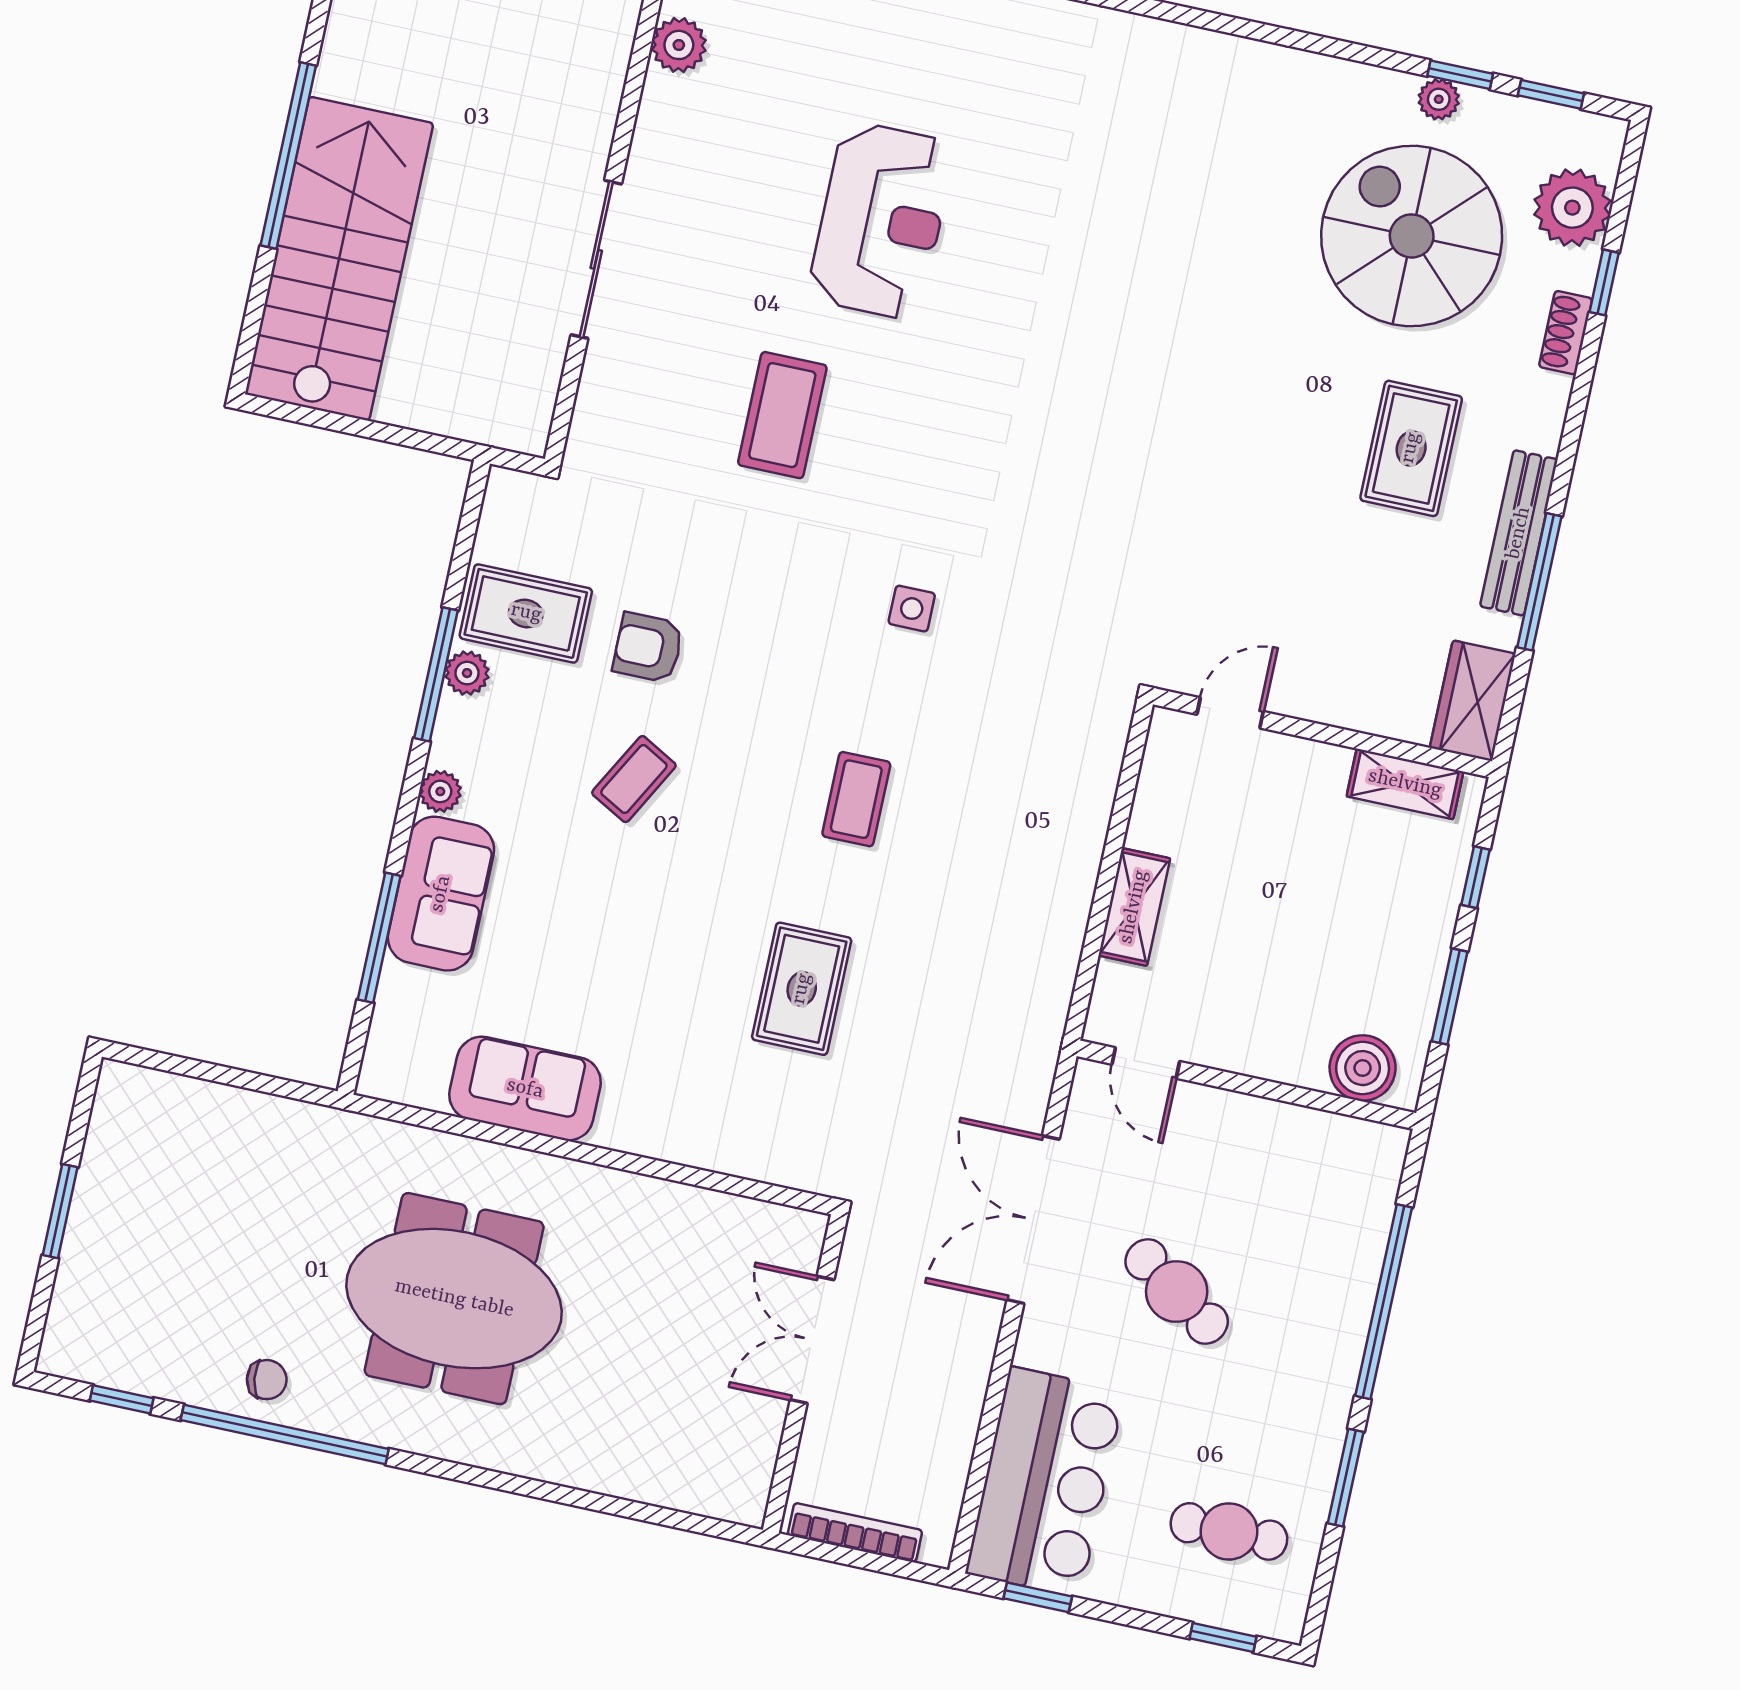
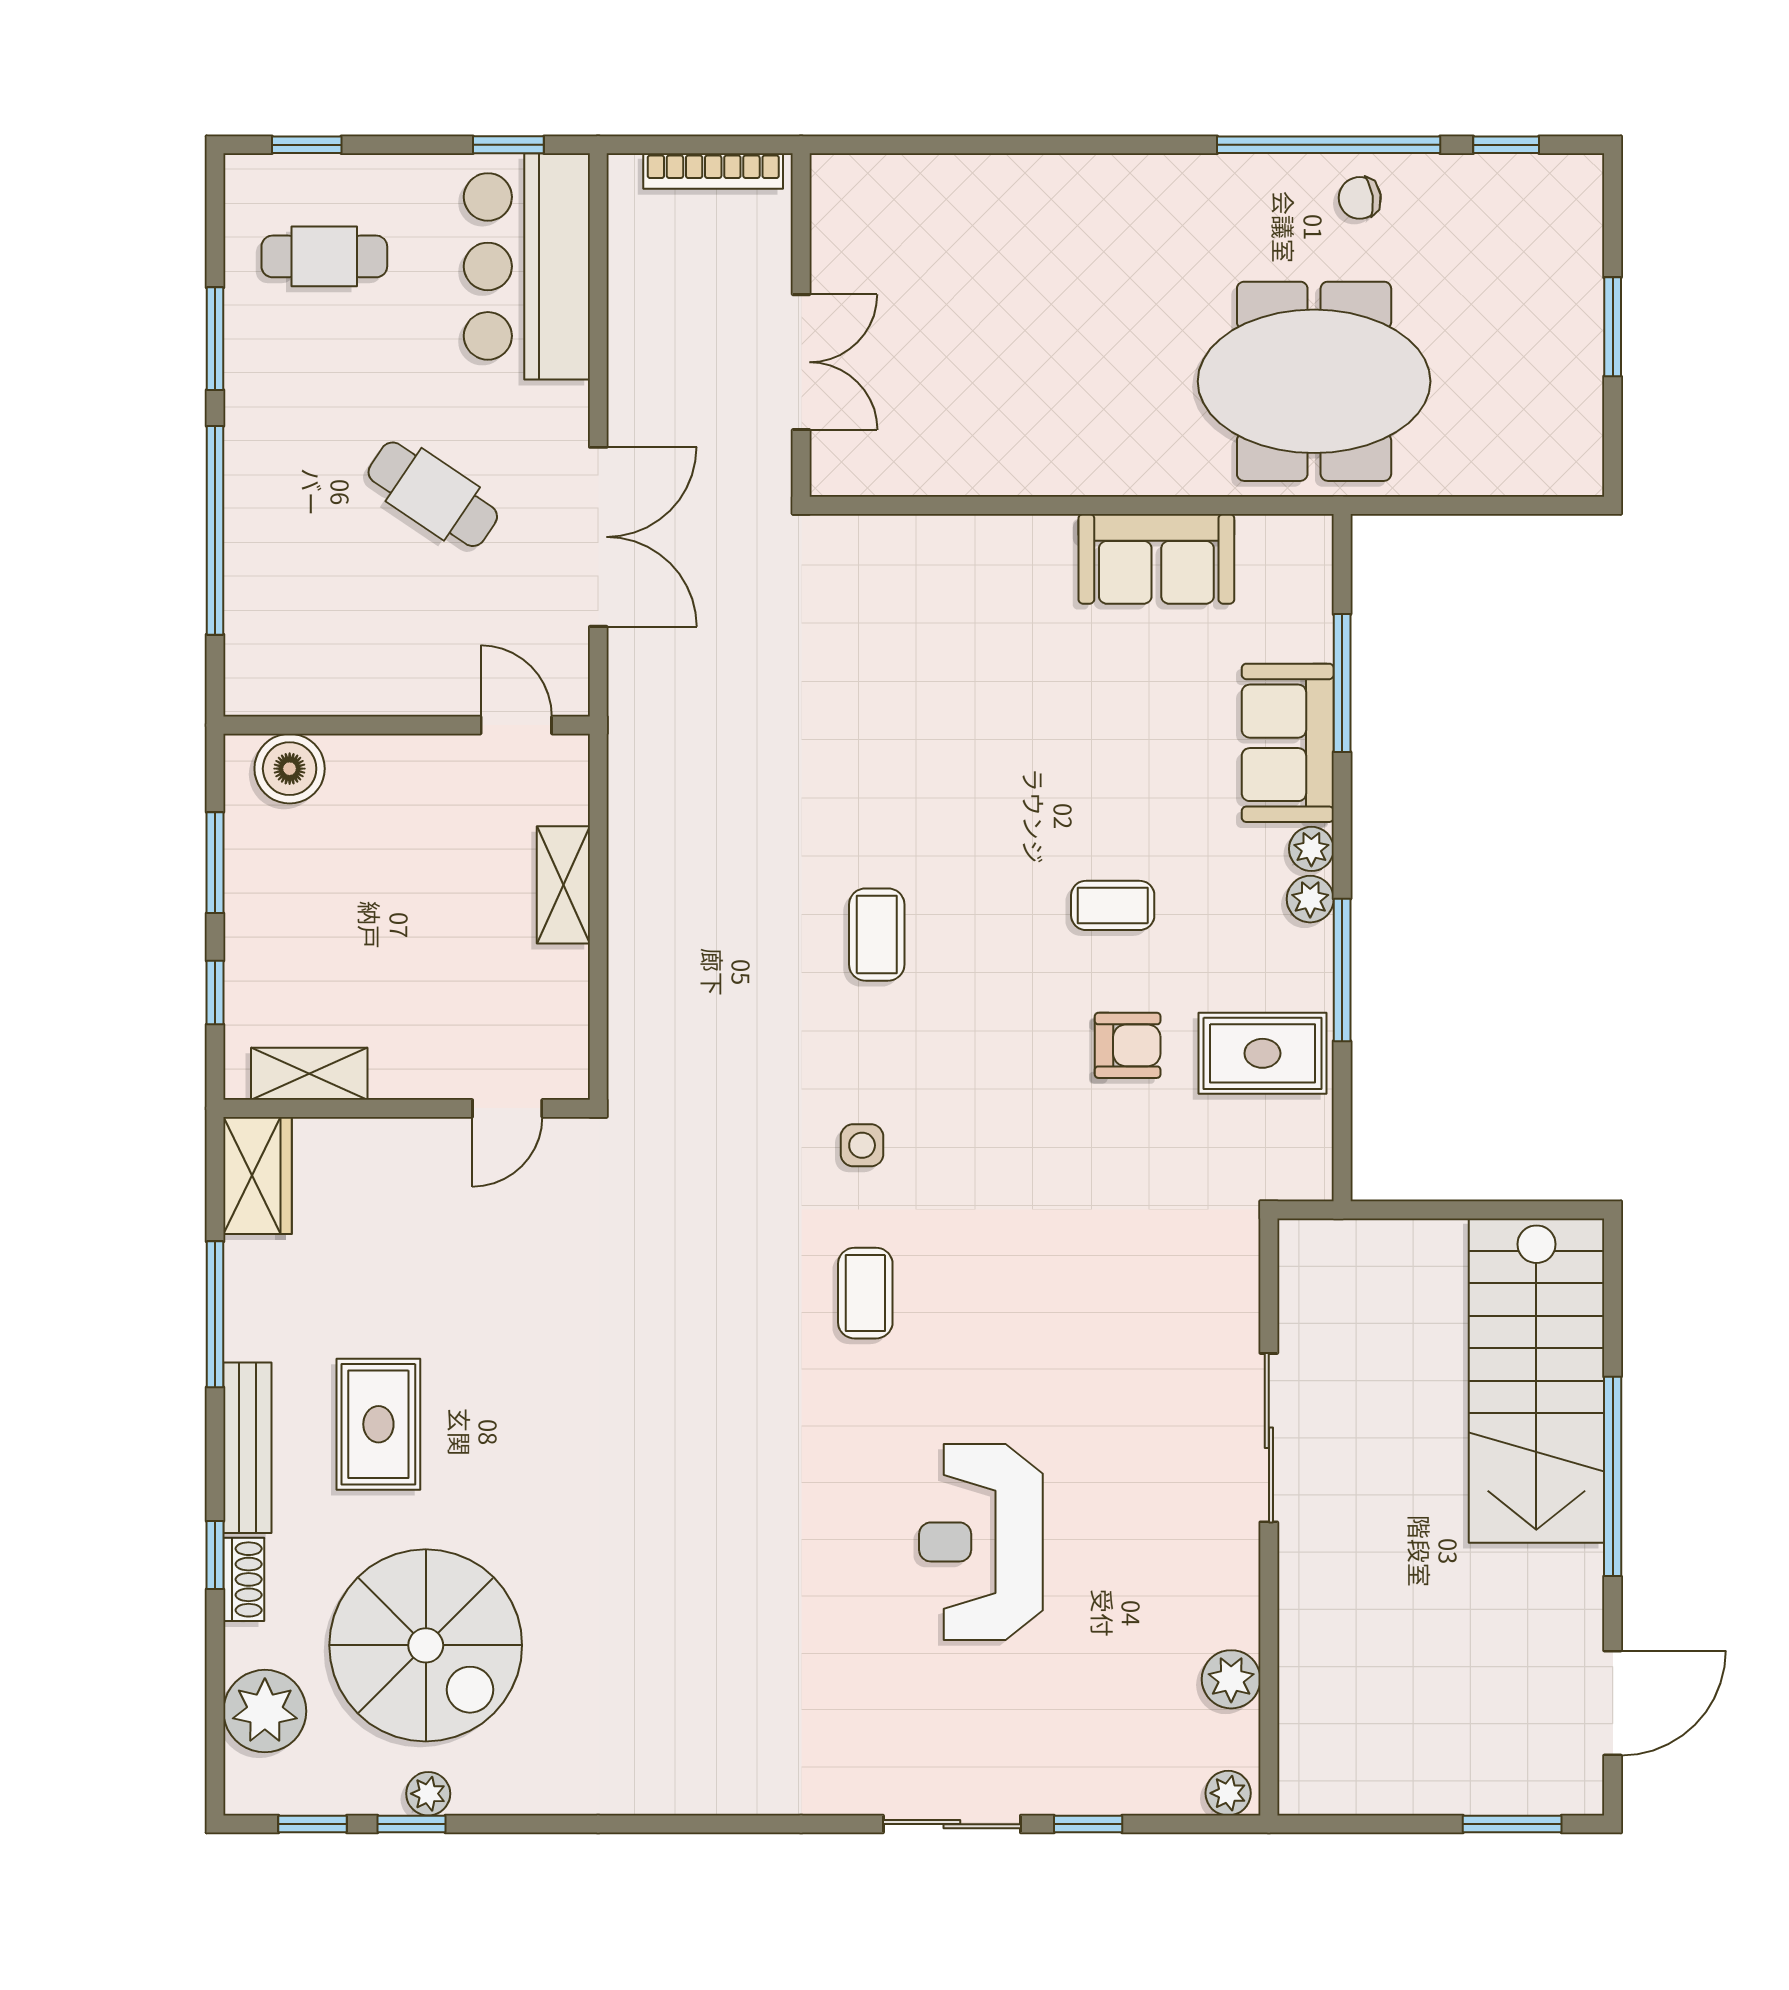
window: (1604, 282) -> (215, 1555), moved
coffee table: (782, 415) -> (865, 1293), moved, width x0.73, depth x0.77
bench: (1519, 533) -> (247, 1448), moved
plant: (467, 673) -> (1310, 899), moved
coffee table: (634, 779) -> (1113, 905), turned 61
rug: (802, 989) -> (891, 725), removed
meeting table: (454, 1299) -> (1314, 381), moved

